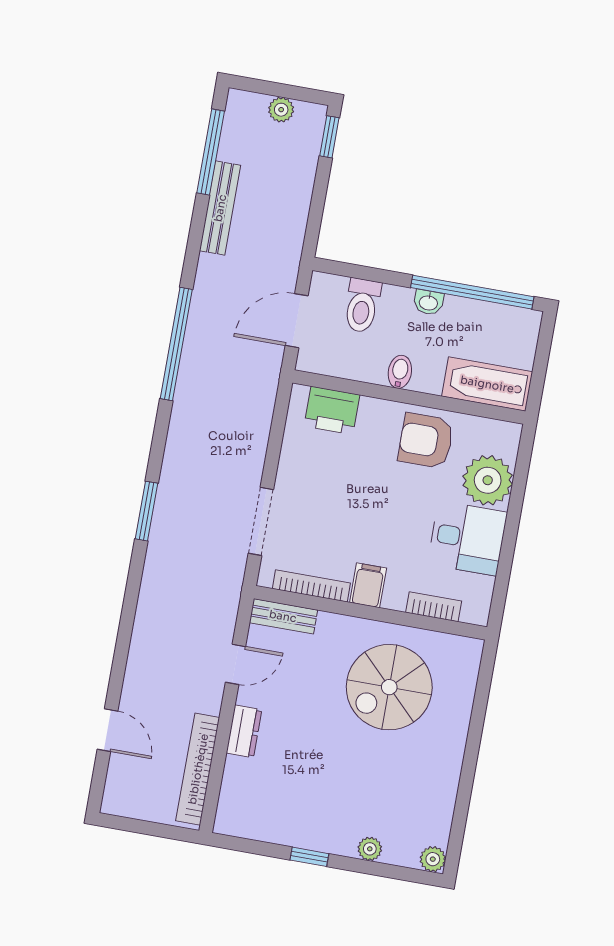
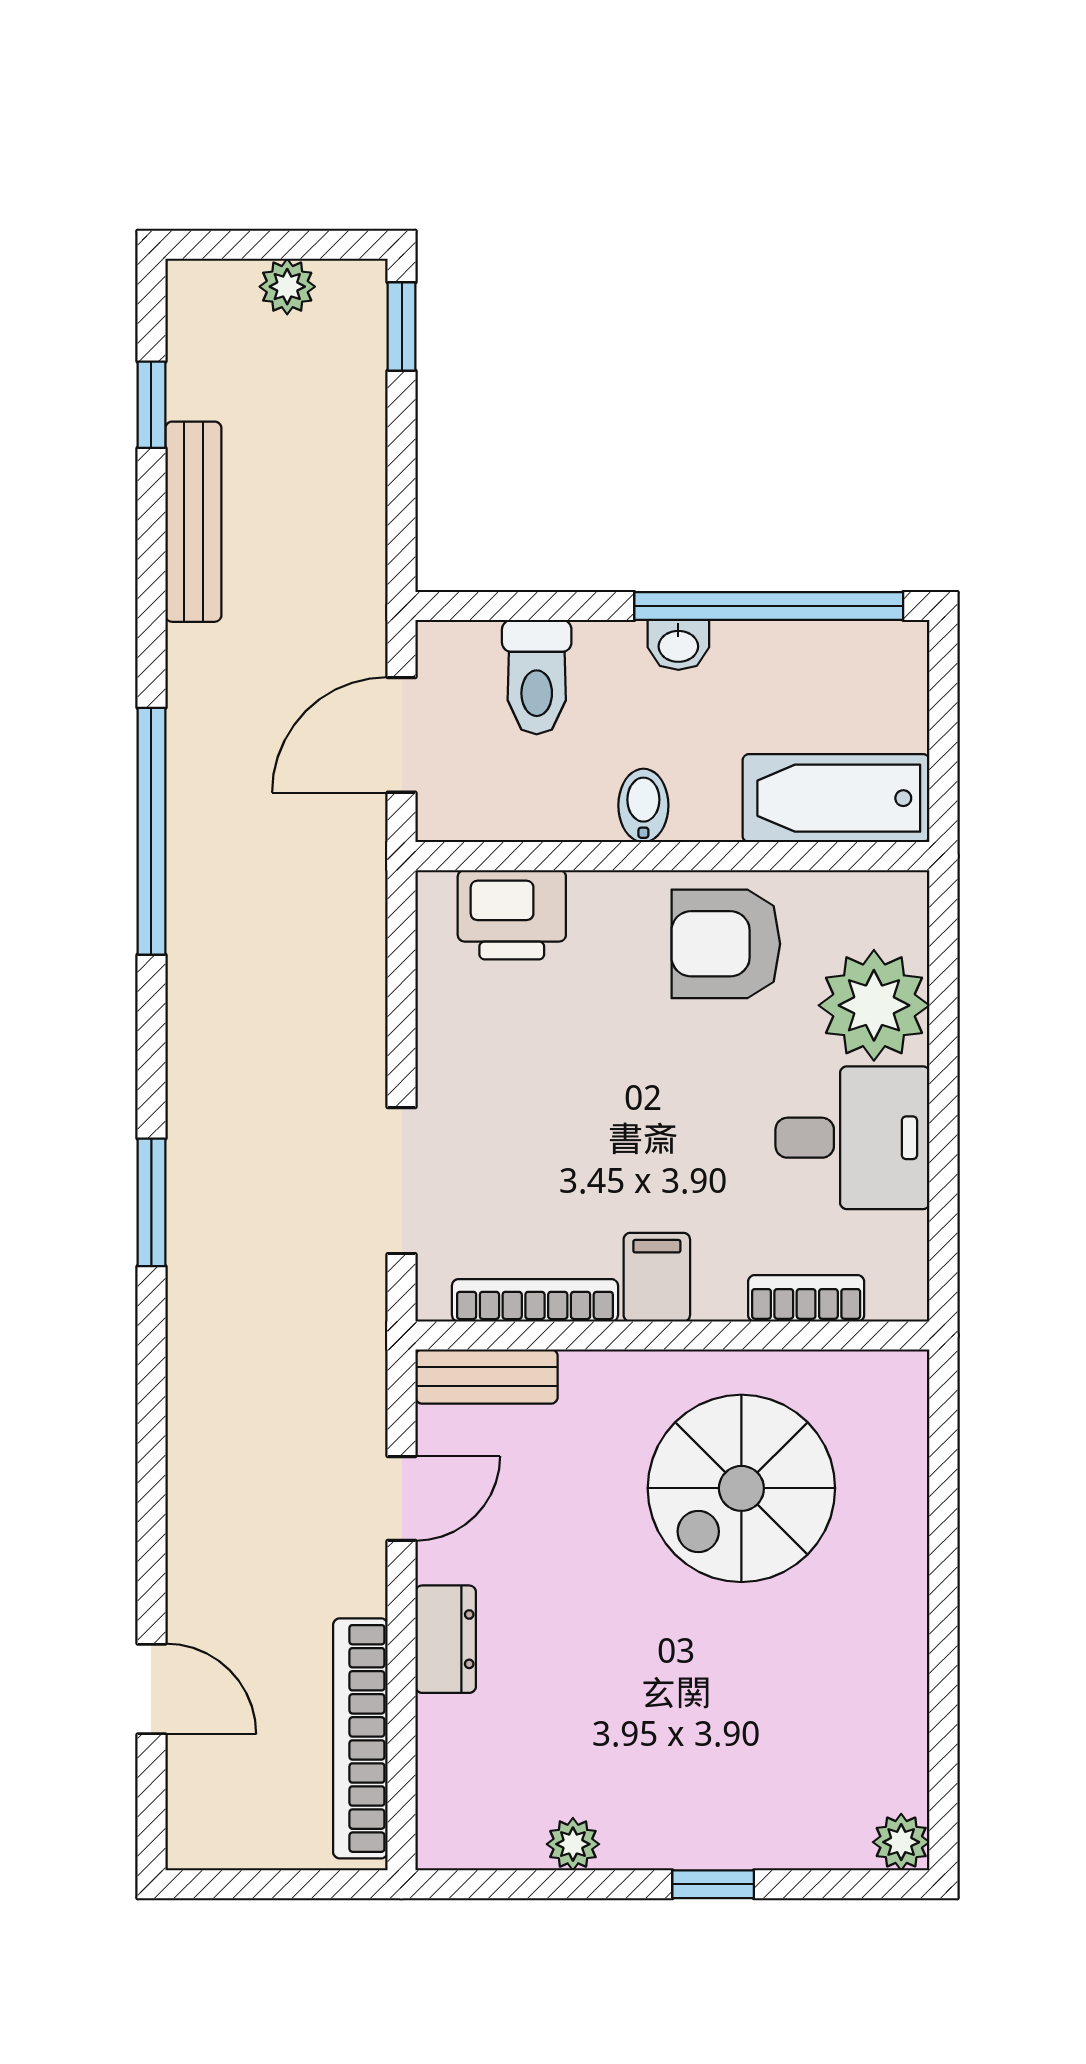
window: (211, 152) -> (151, 405), width x0.46
plant: (370, 849) -> (573, 1844), moved
window: (309, 857) -> (713, 1884), moved

